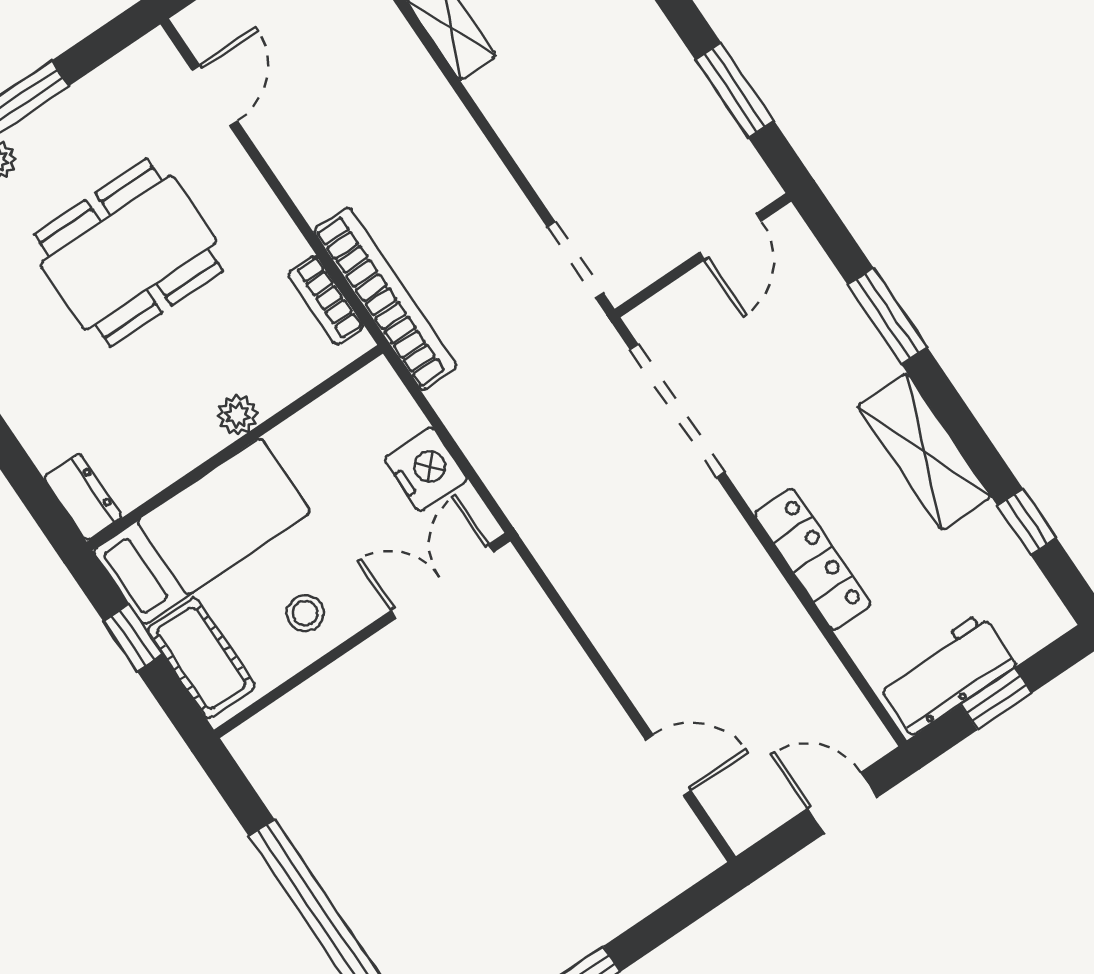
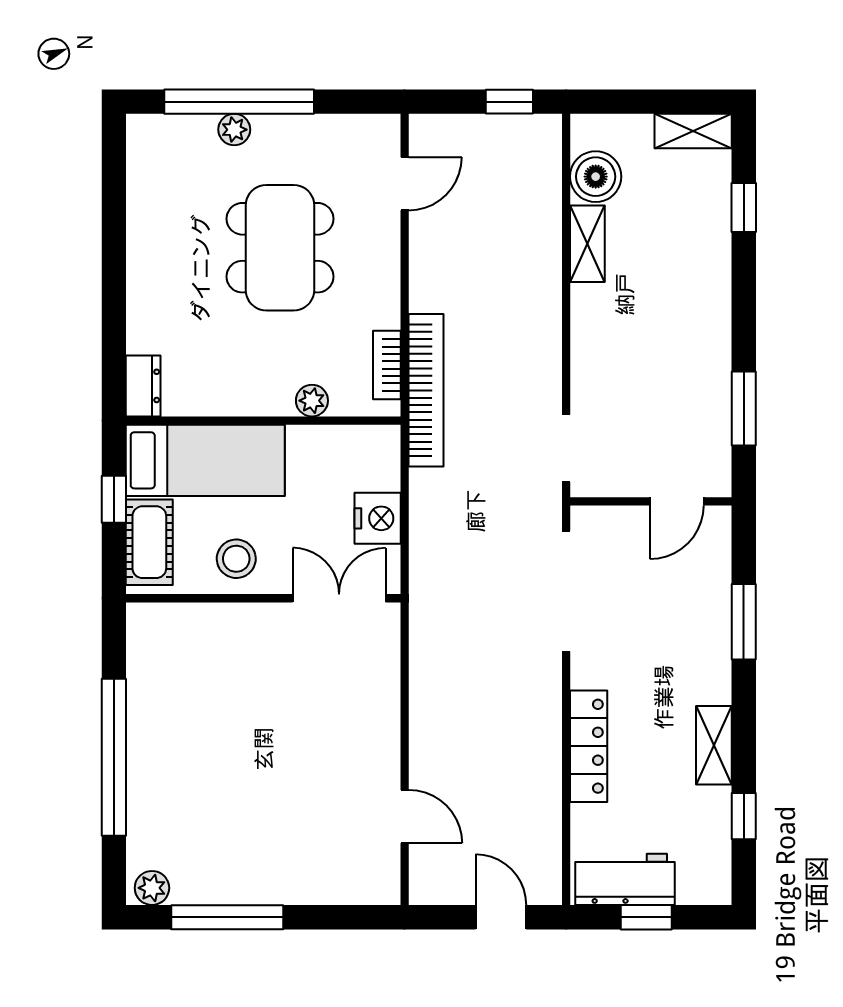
dining table: (129, 253) -> (280, 248), turned 90
plant: (237, 415) -> (312, 401), moved
shelving: (924, 452) -> (714, 745), width x0.67, depth x0.75
stool: (305, 613) -> (236, 559), width x1.37, depth x1.37

